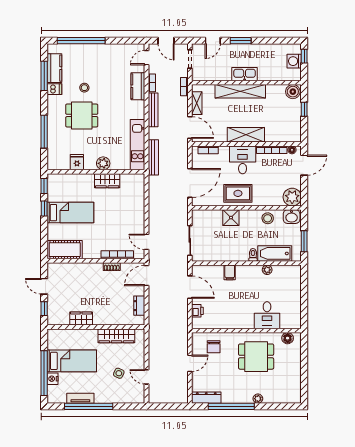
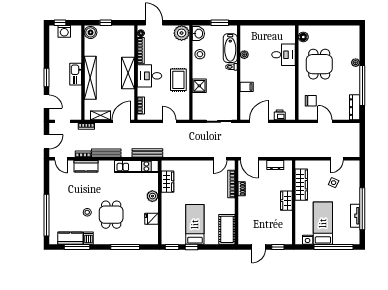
wardrobe: (107, 181) -> (168, 182), moved
door: (190, 183) -> (169, 121), width x0.53
wardrobe: (81, 319) -> (286, 201), moved
nightstand: (53, 379) -> (308, 240), moved

